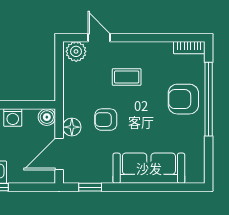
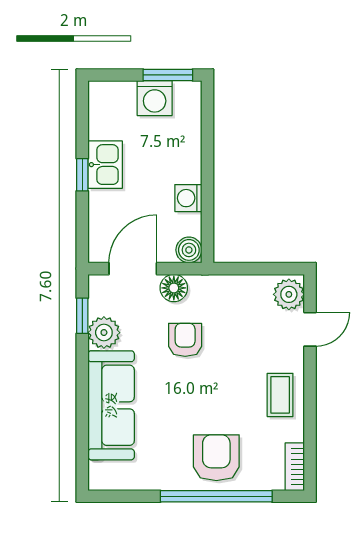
coffee table: (127, 77) -> (280, 395), moved
door: (59, 154) -> (133, 269), hinge flipped
plant: (101, 173) -> (104, 333), added

